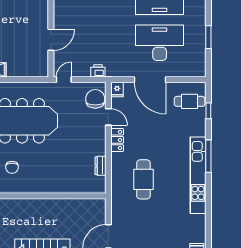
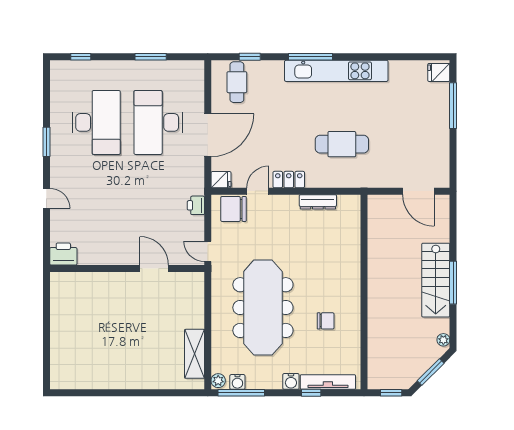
dresser: (101, 166) -> (318, 202), width x1.44

